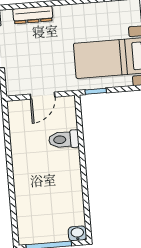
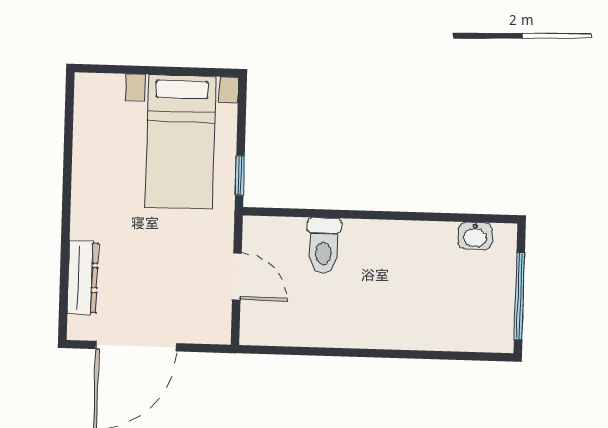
washbasin: (77, 233) -> (475, 236), moved, turned -90

